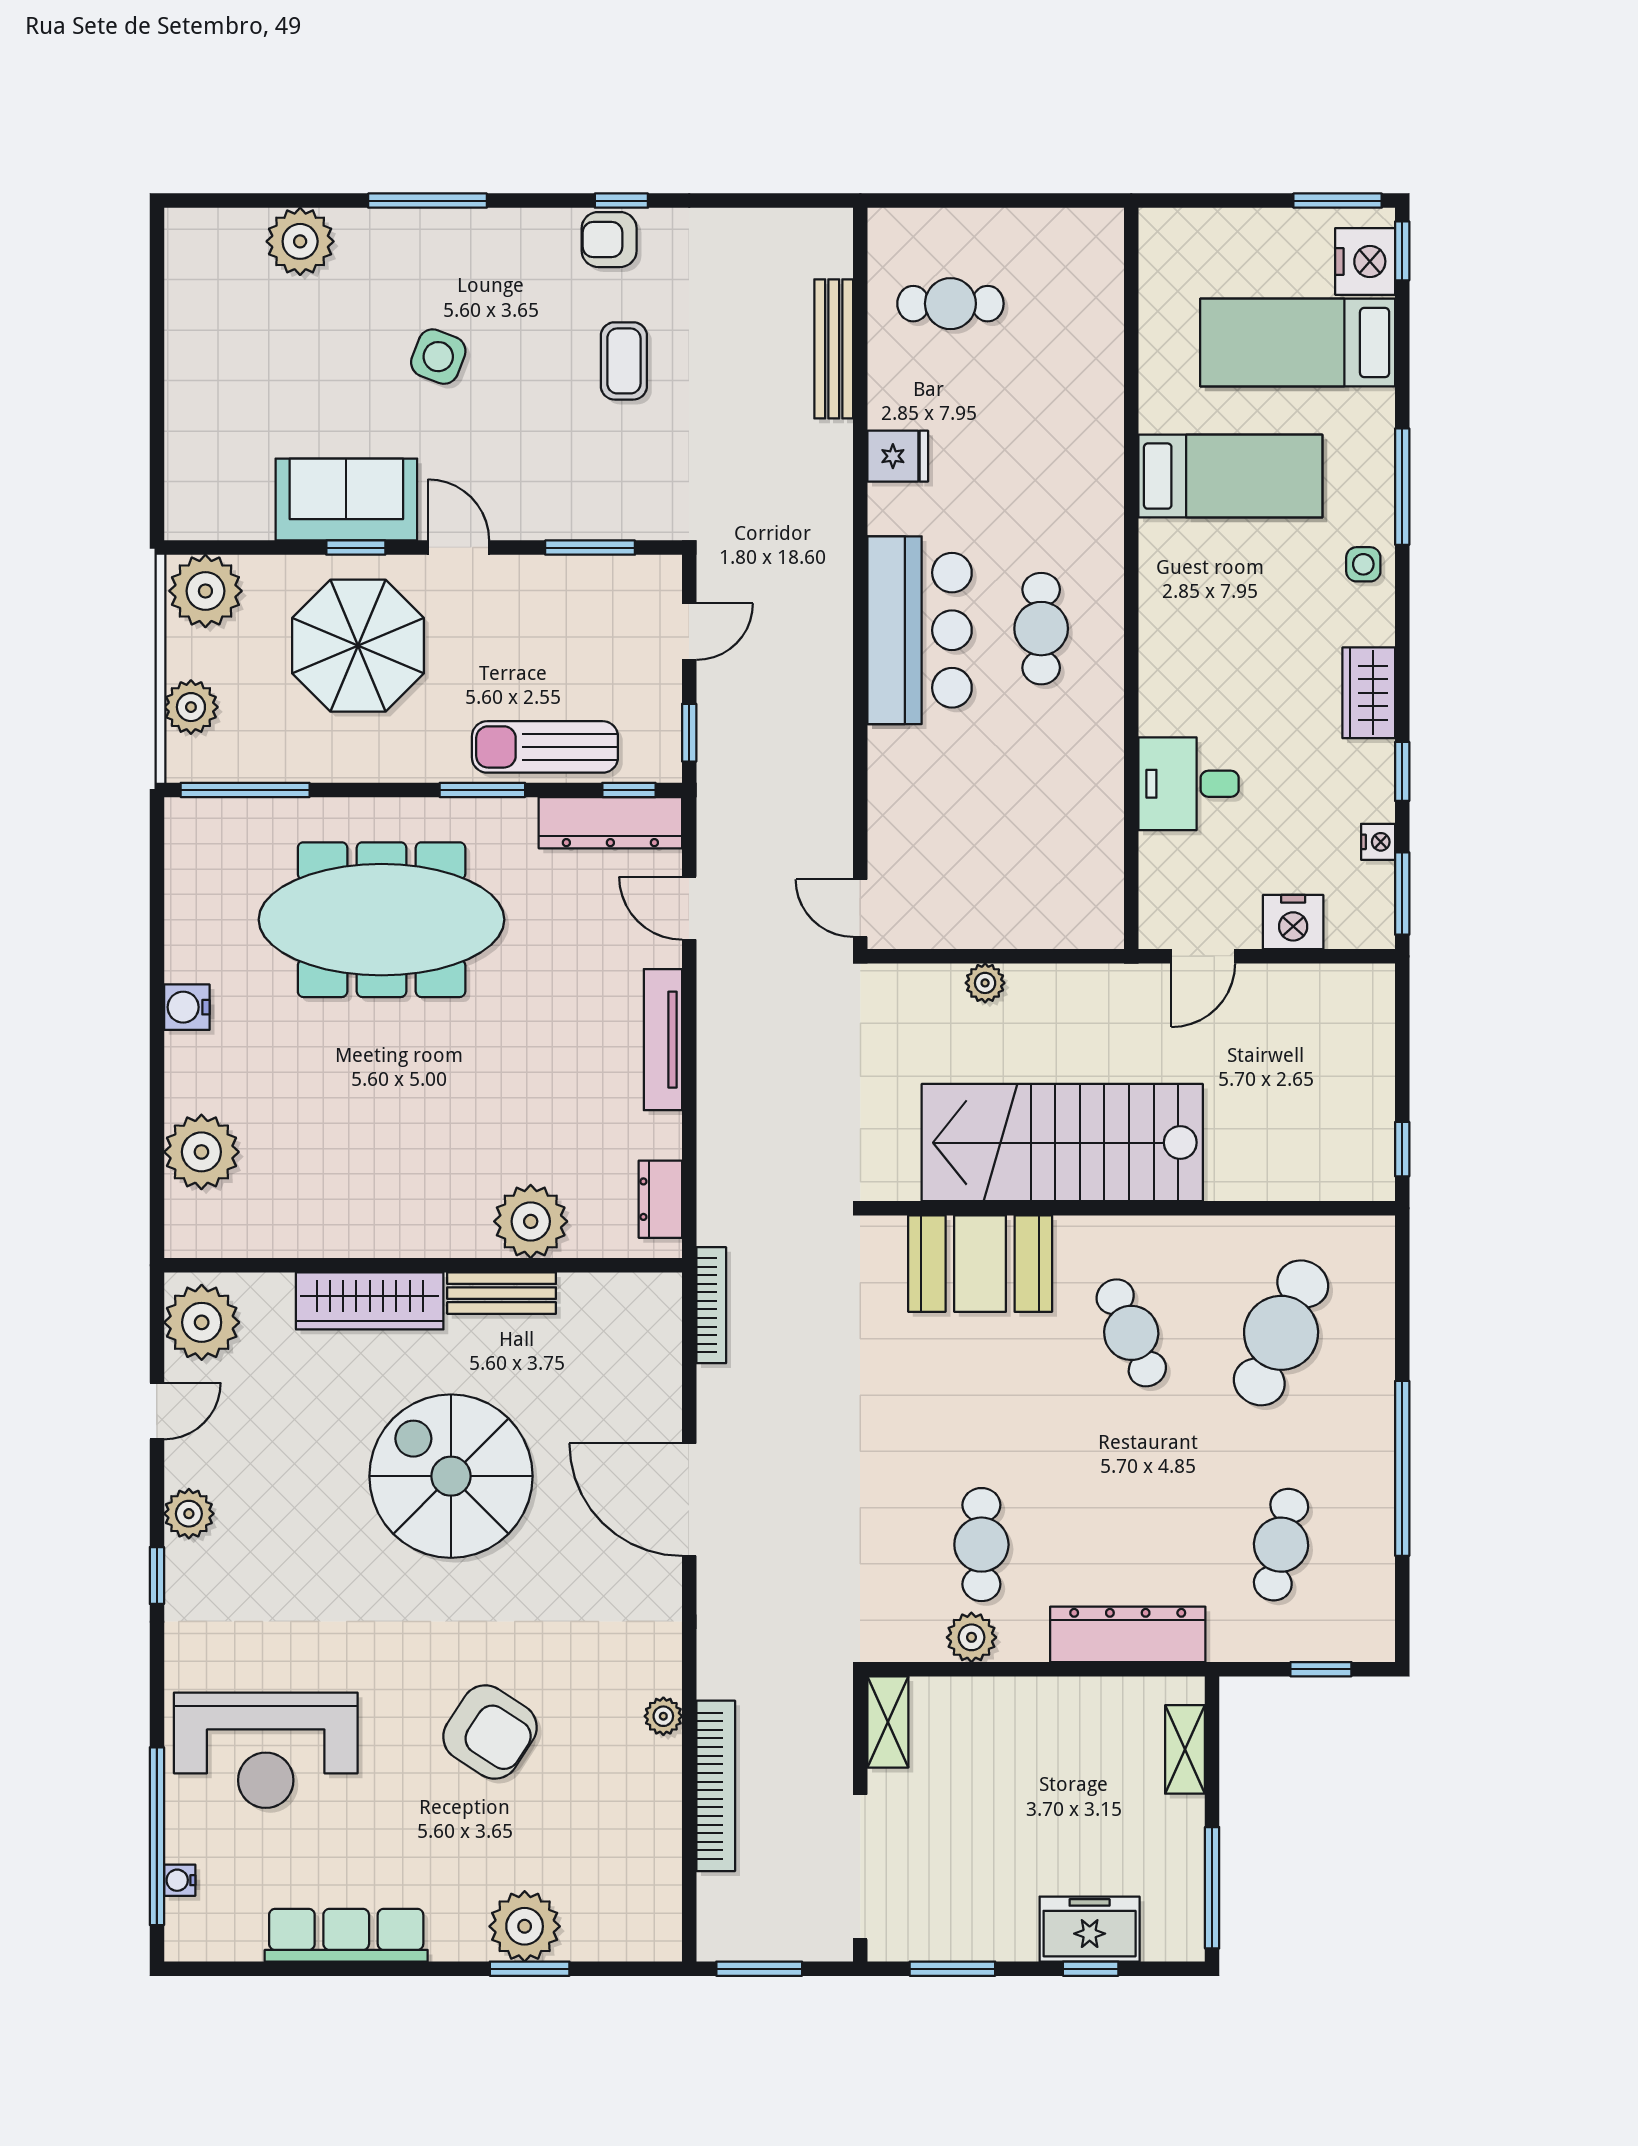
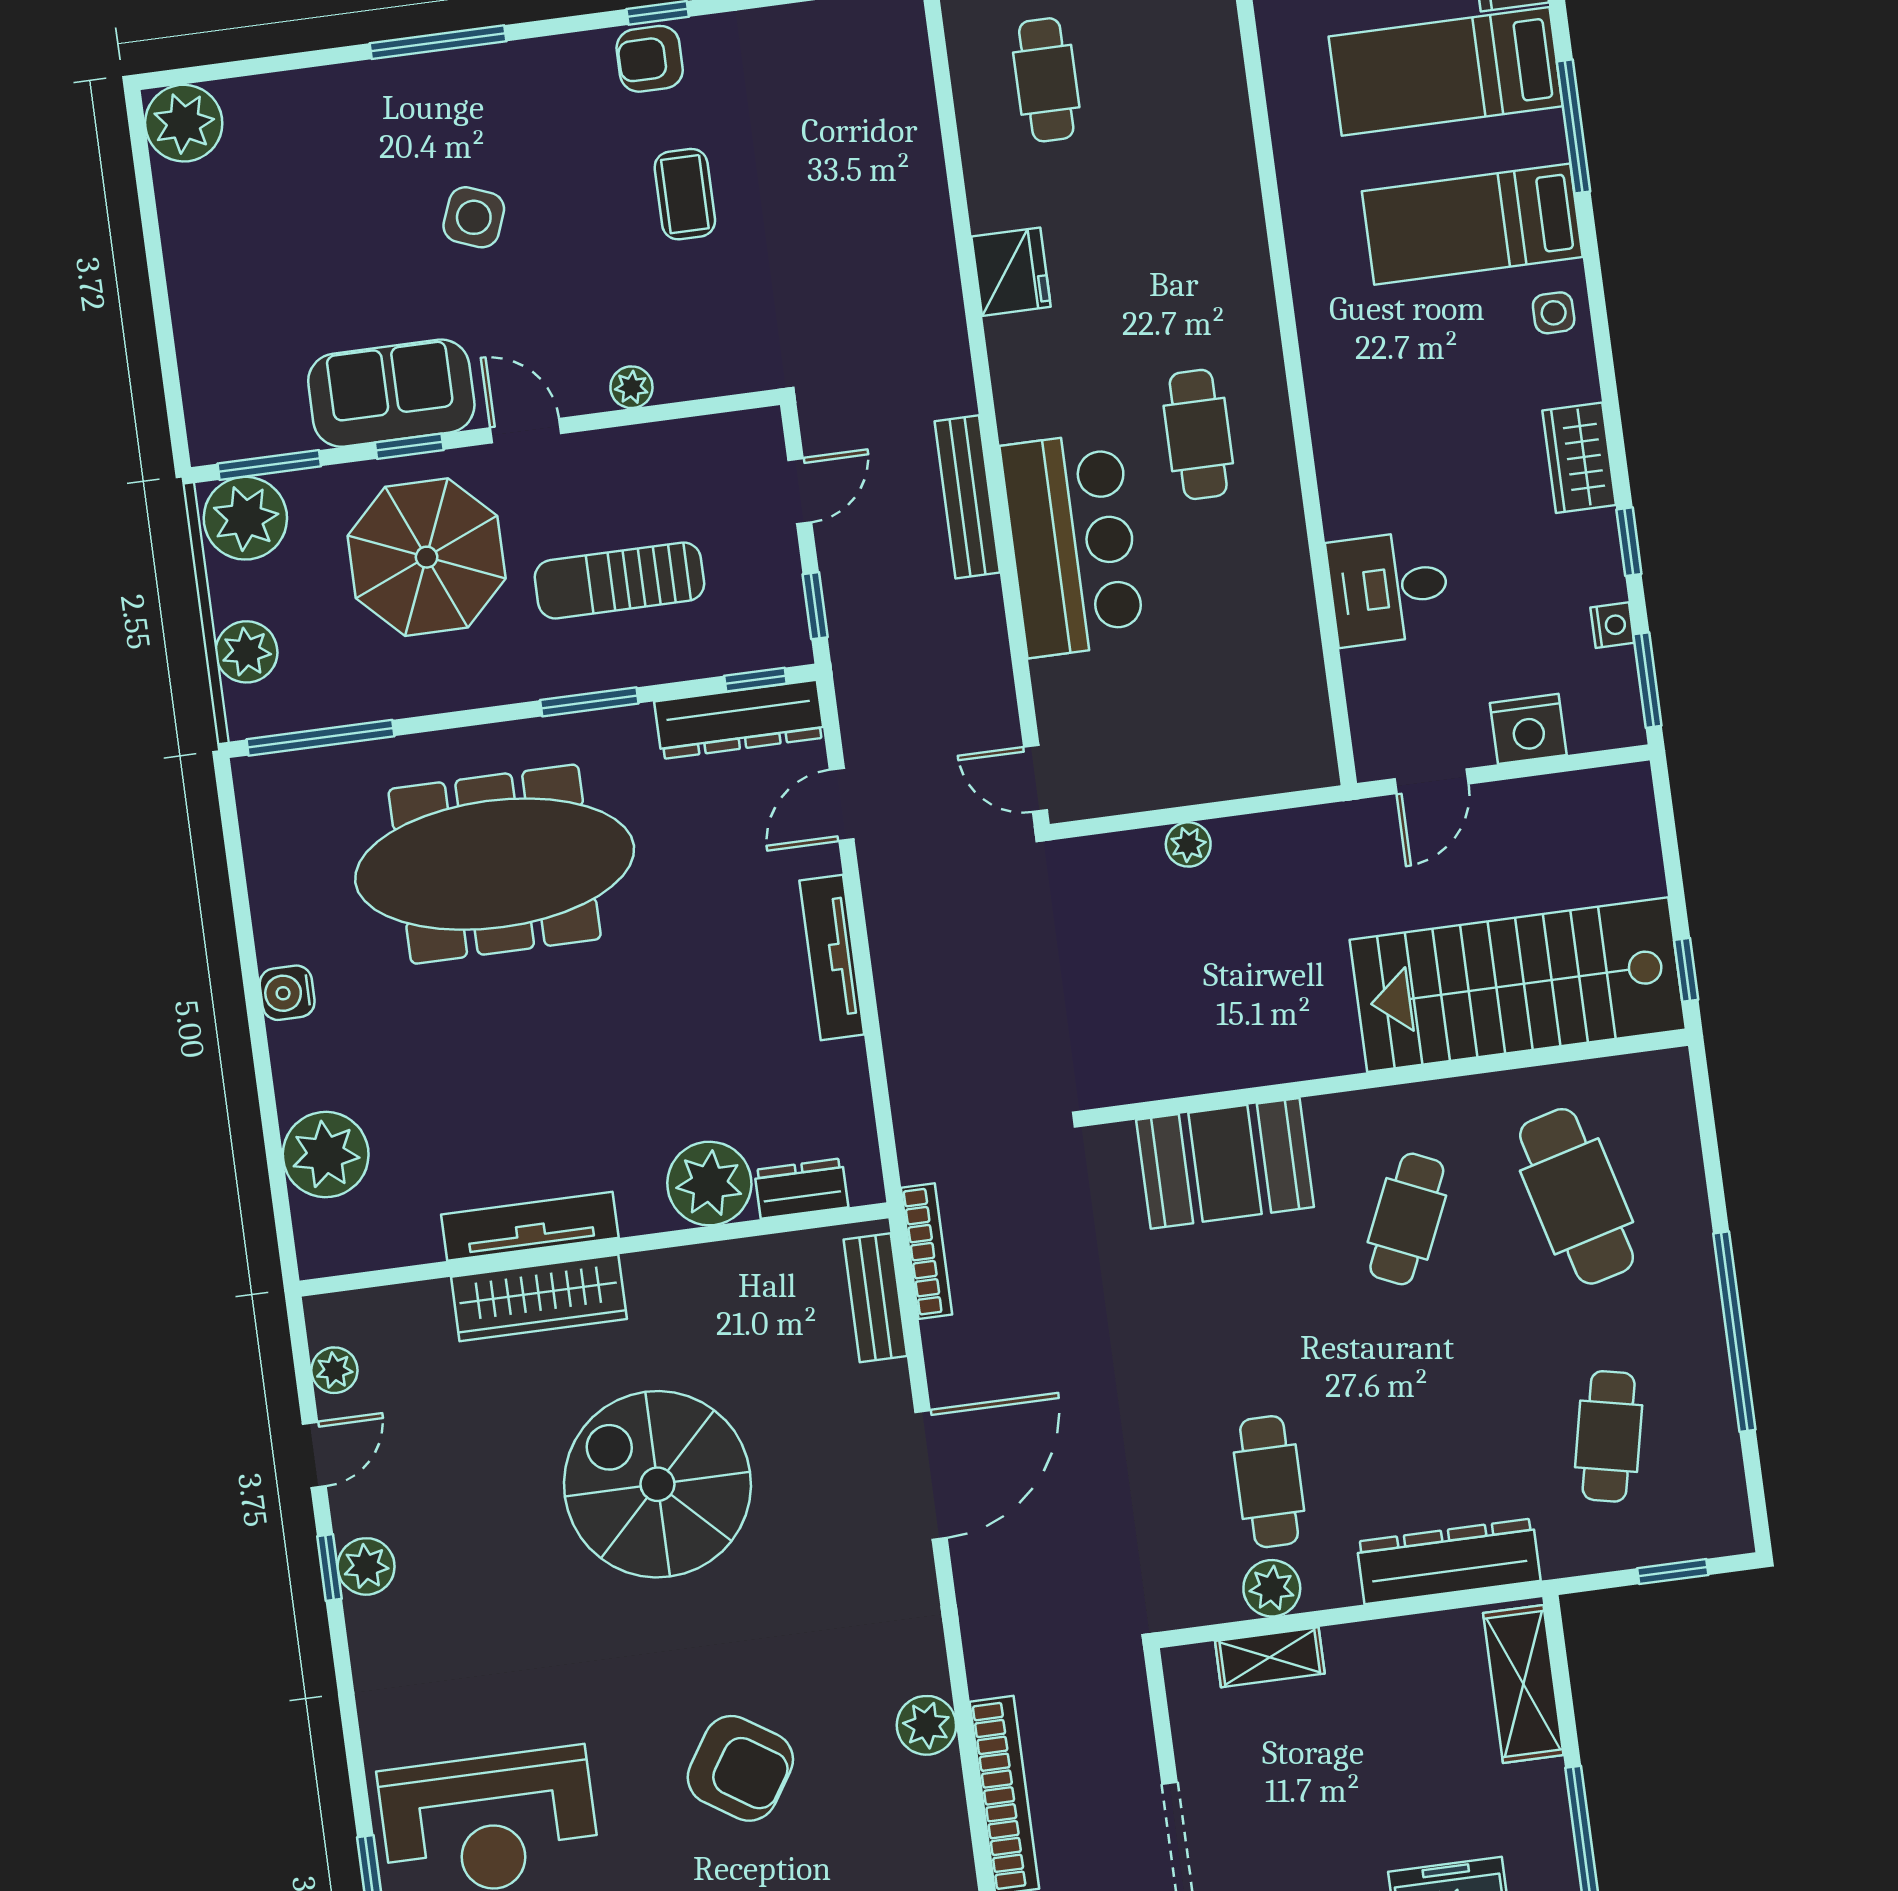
plant: (300, 241) -> (184, 123), moved
cafe table: (950, 304) -> (1046, 80), turned 90
bench: (834, 349) -> (967, 497), moved
fridge: (898, 456) -> (1011, 272), width x1.38
bed: (1230, 476) -> (1472, 224), moved, turned 180
window: (1402, 487) -> (1574, 126), moved
plant: (555, 522) -> (631, 387), added
window: (590, 548) -> (269, 465), moved
bar counter: (920, 630) -> (1073, 544), moved
sun lounger: (545, 747) -> (619, 580), moved
door: (689, 908) -> (842, 805), hinge flipped
stairs: (1062, 1143) -> (1518, 985), moved
dresser: (660, 1199) -> (801, 1189), moved, turned 90
tv unit: (370, 1238) -> (530, 1226), added
bench: (502, 1293) -> (875, 1298), moved, turned 90
plant: (202, 1322) -> (334, 1370), width x0.53, depth x0.53
cafe table: (1131, 1333) -> (1407, 1219), turned 48
cafe table: (1281, 1333) -> (1577, 1196), turned -39
door: (689, 1500) -> (931, 1475), swing flipped
window: (157, 1575) -> (329, 1568), moved
plant: (663, 1716) -> (926, 1725), width x1.38, depth x1.38
shelving: (888, 1722) -> (1270, 1657), moved, turned 90
shelving: (1185, 1749) -> (1523, 1684), width x1.50, depth x1.33

